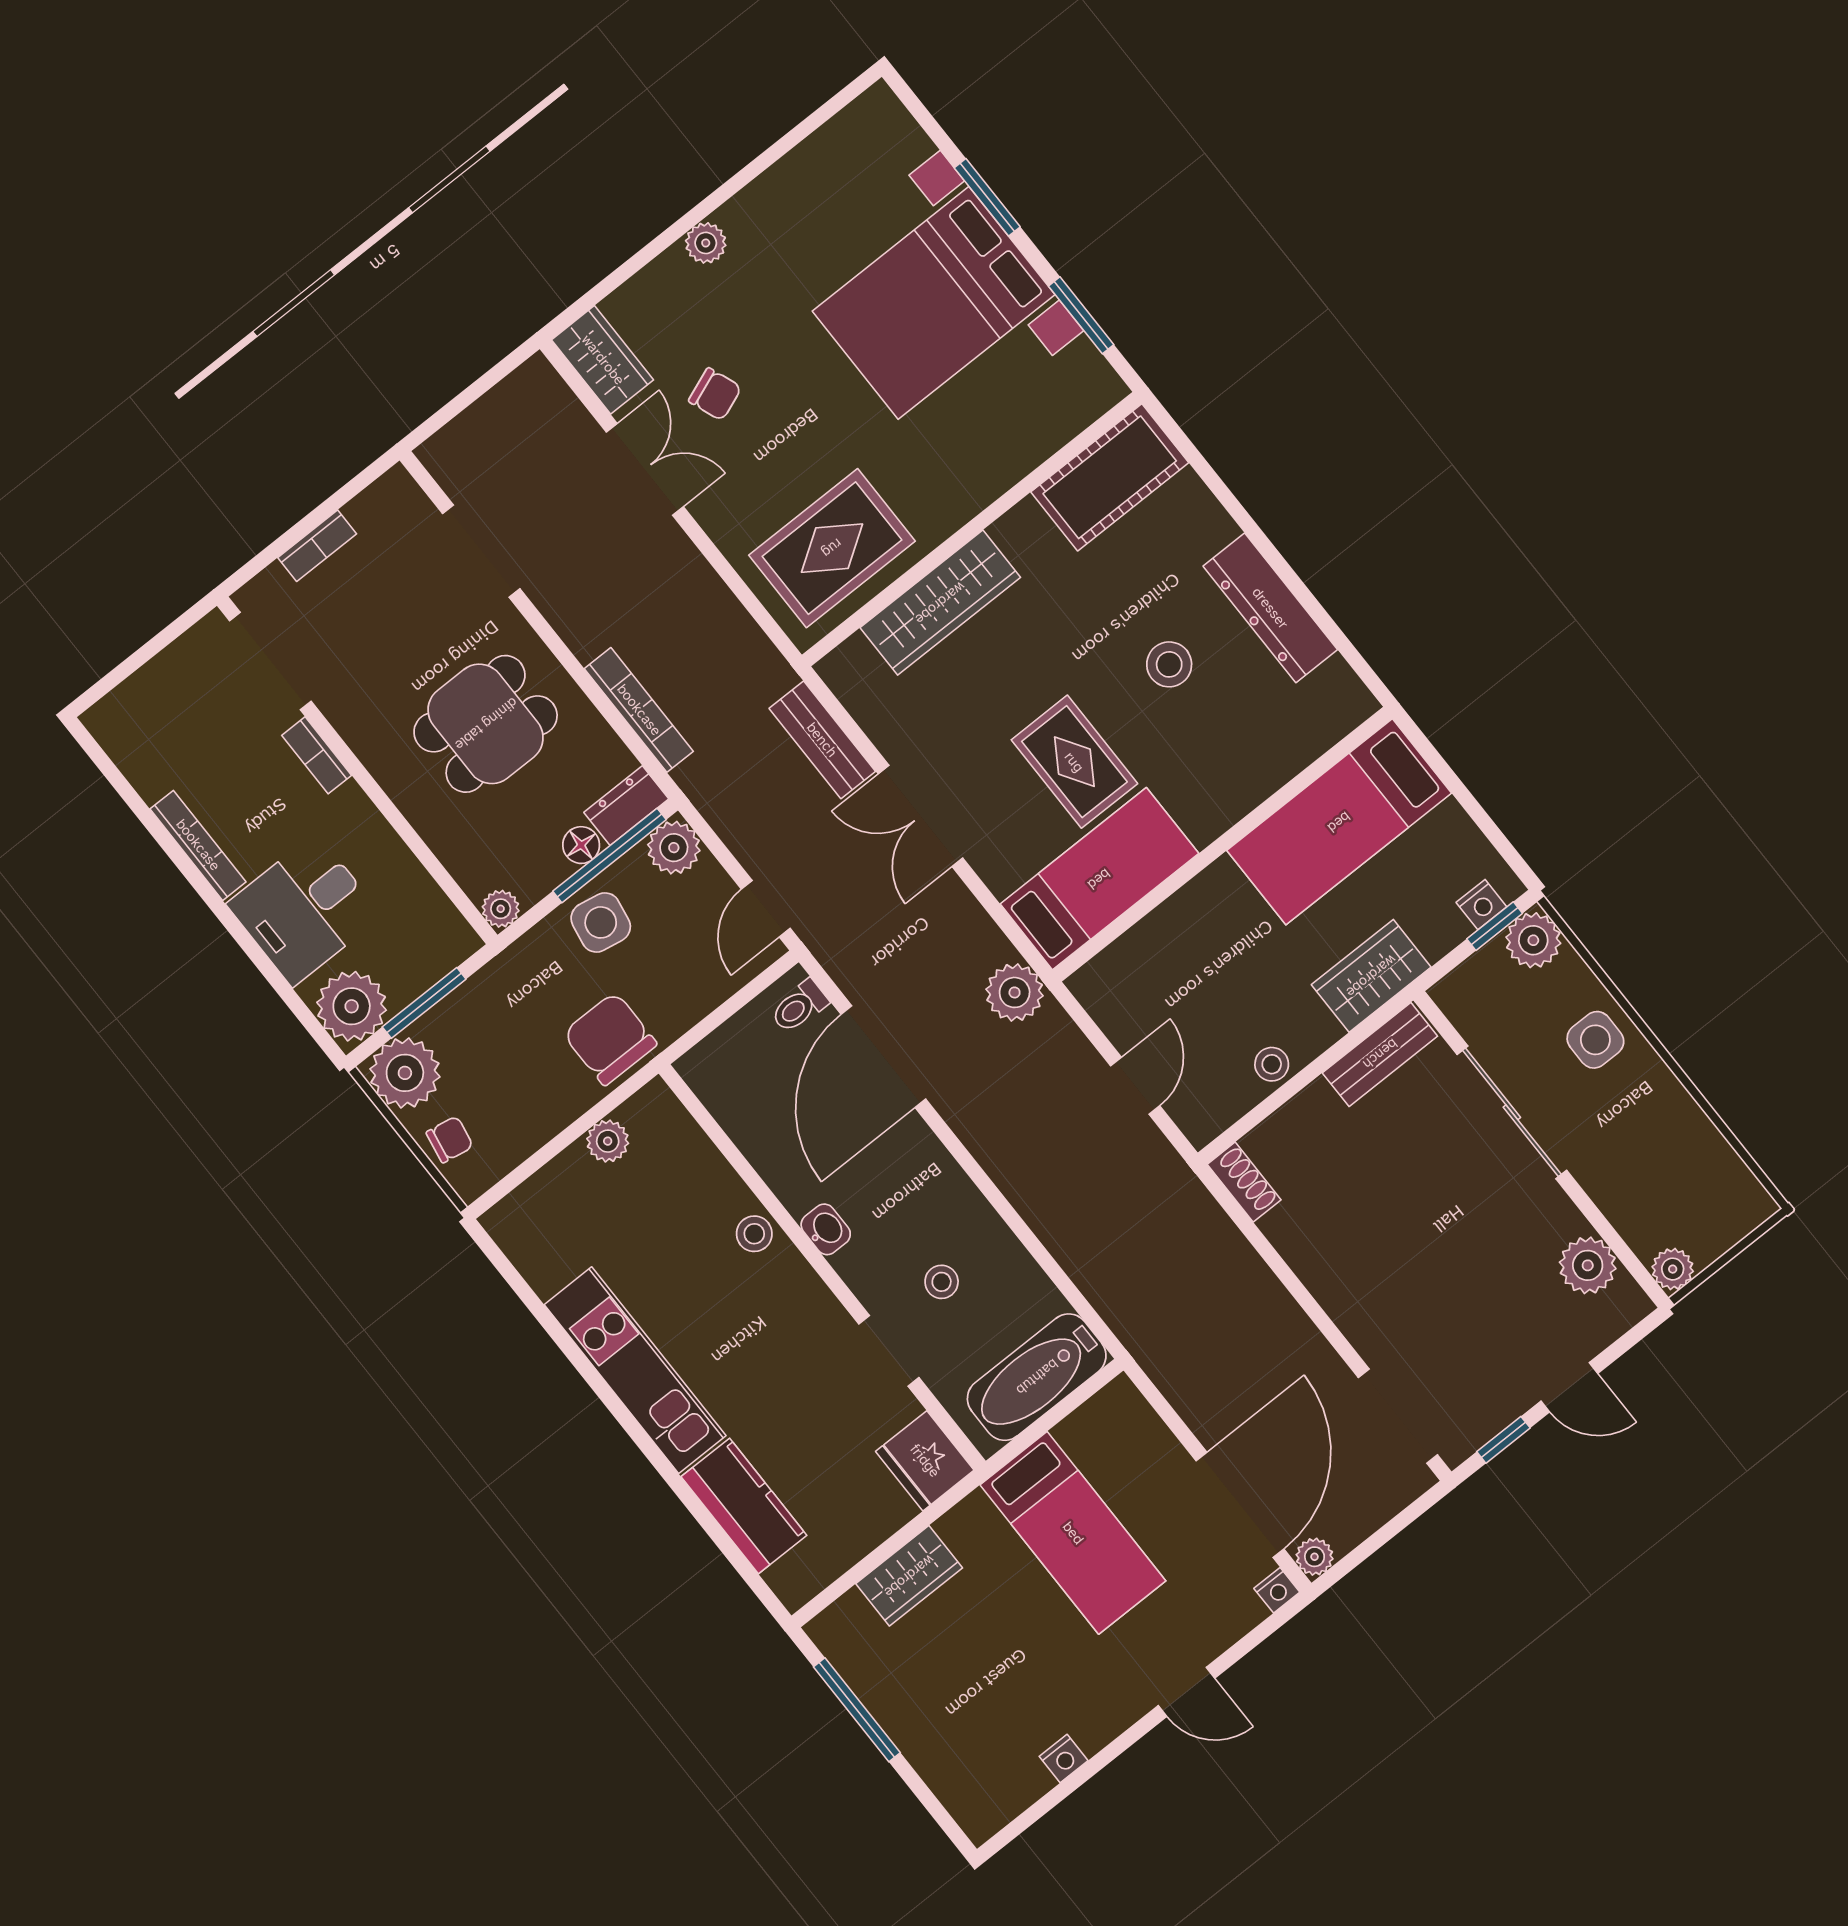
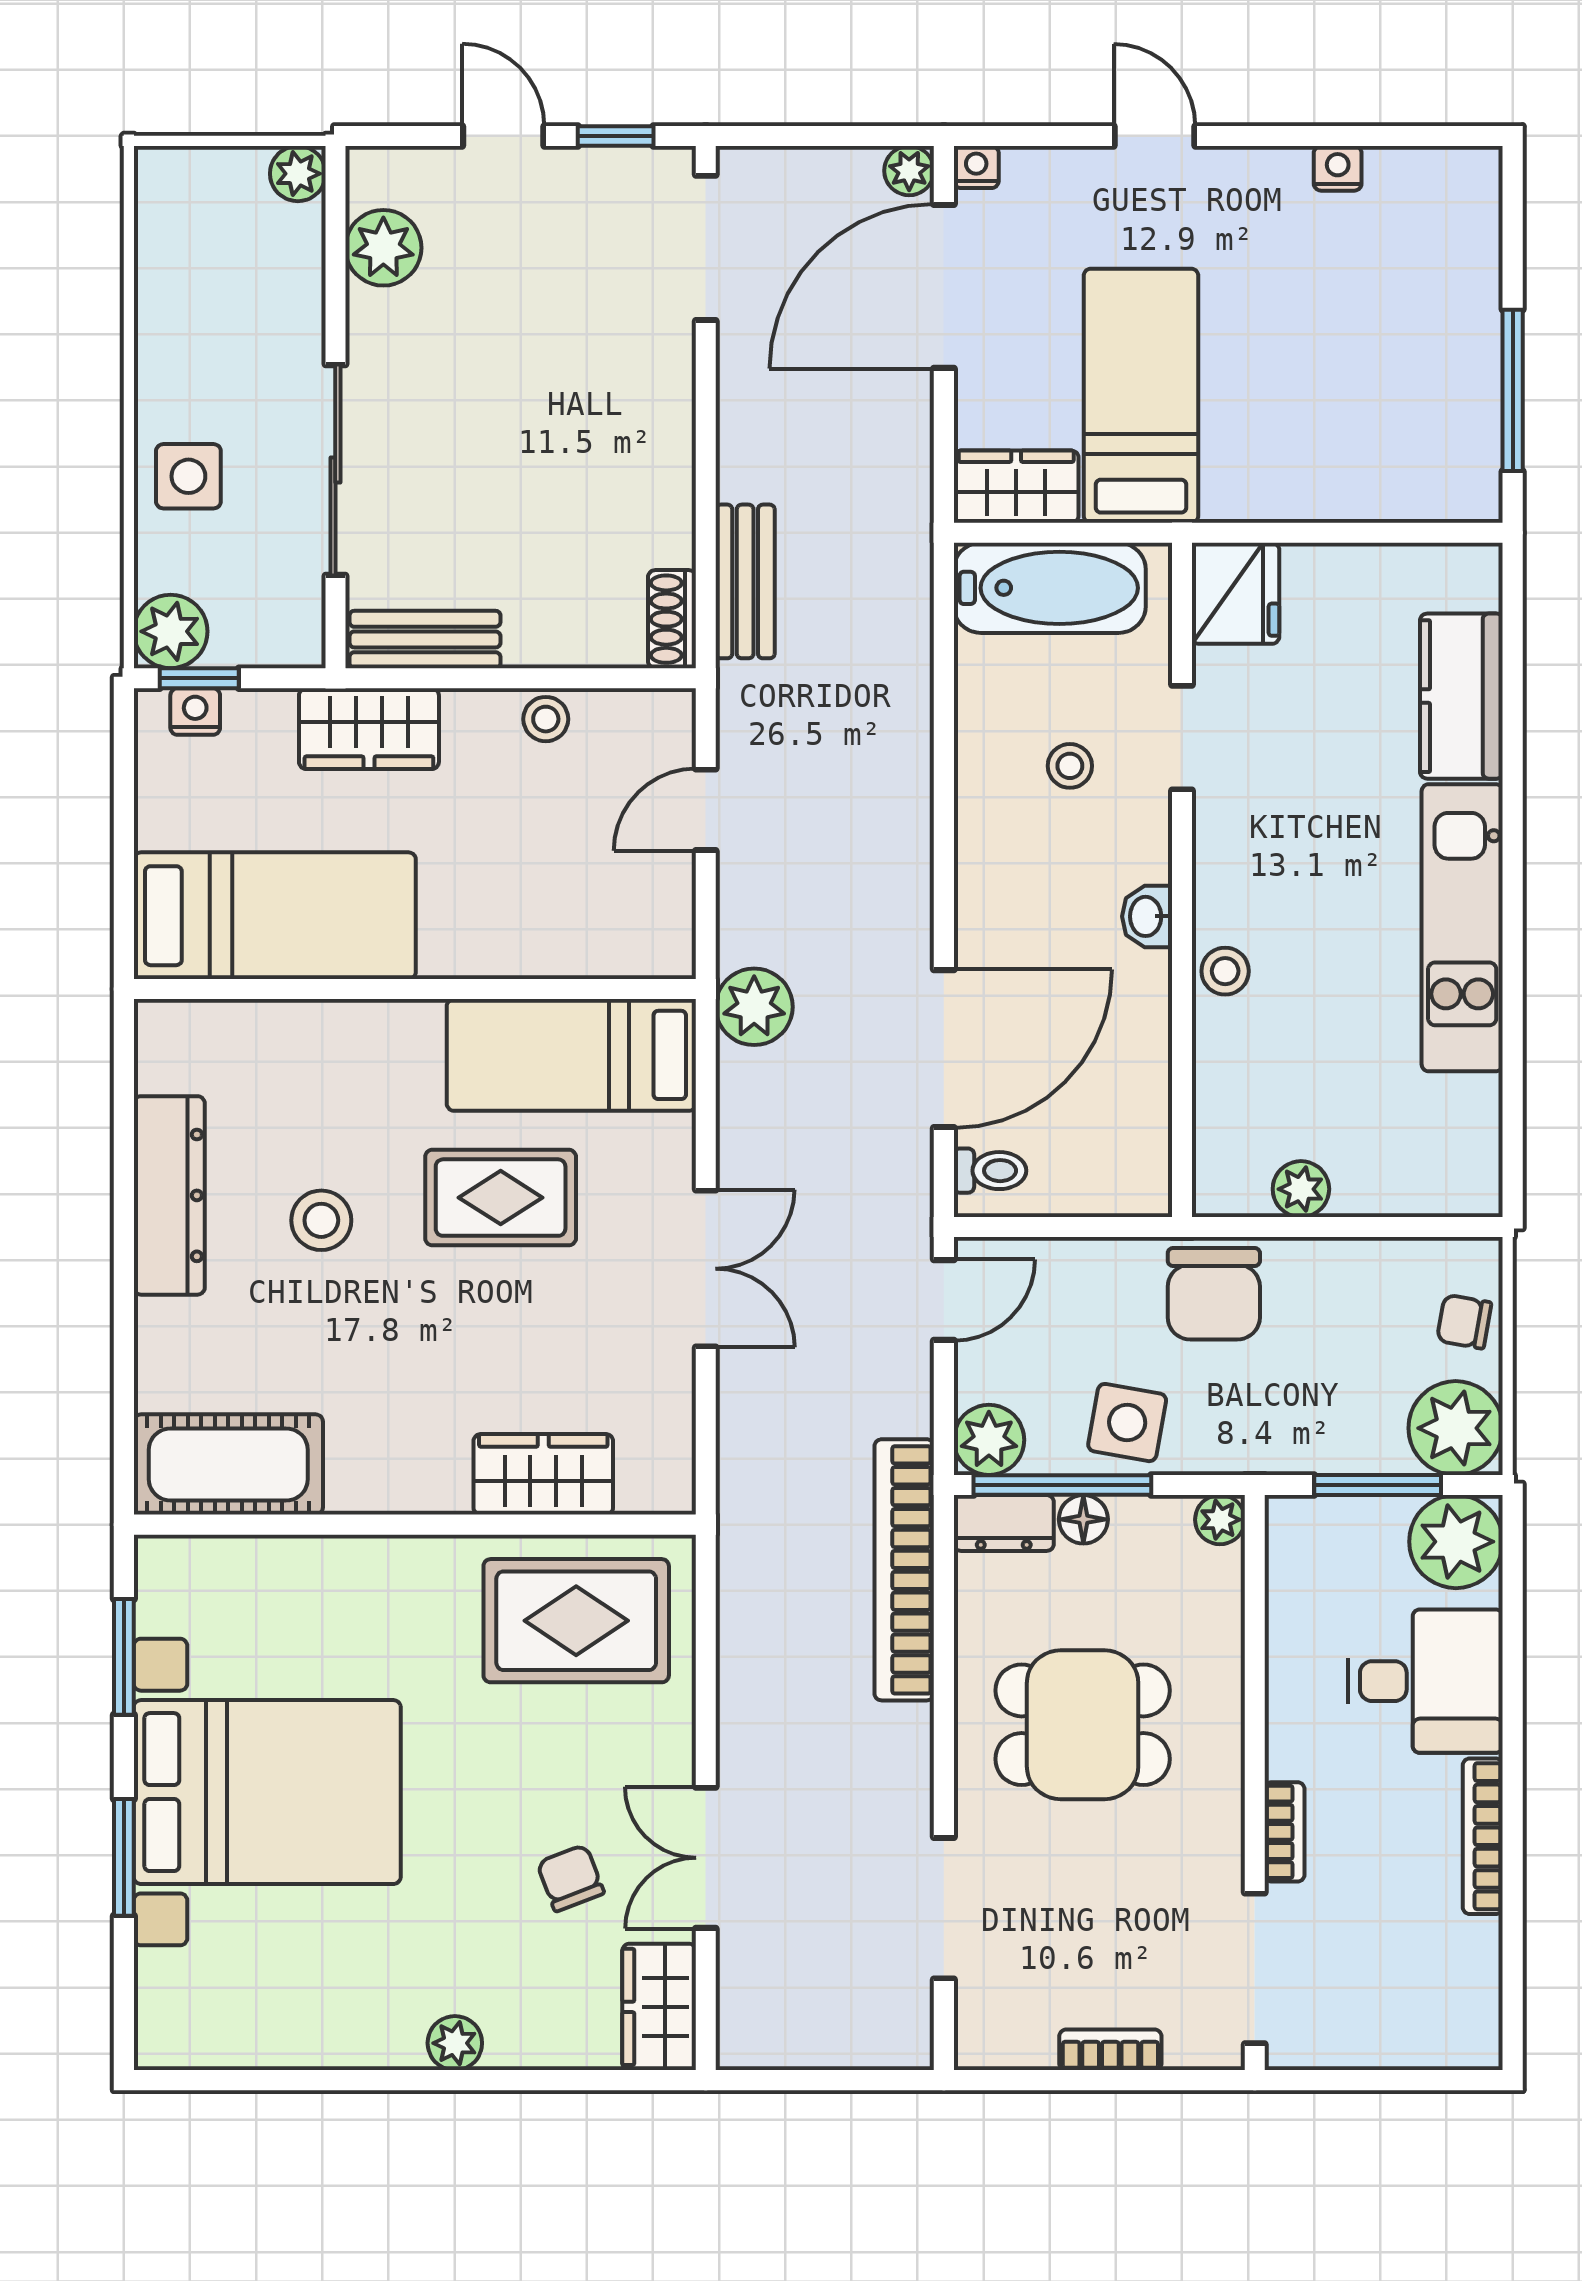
wardrobe: (940, 603) -> (543, 1474), width x0.67
bookcase: (639, 710) -> (904, 1570), width x1.48, depth x1.31
bench: (822, 740) -> (745, 581), moved
rug: (1074, 762) -> (501, 1198), turned 90
wardrobe: (909, 1576) -> (1016, 487), moved

